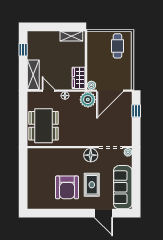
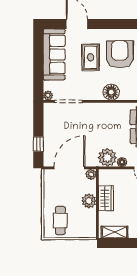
plant: (93, 63) -> (89, 201), added
wardrobe: (79, 78) -> (106, 198), moved
plant: (88, 100) -> (107, 157), moved
floor lamp: (91, 155) -> (111, 92), moved

